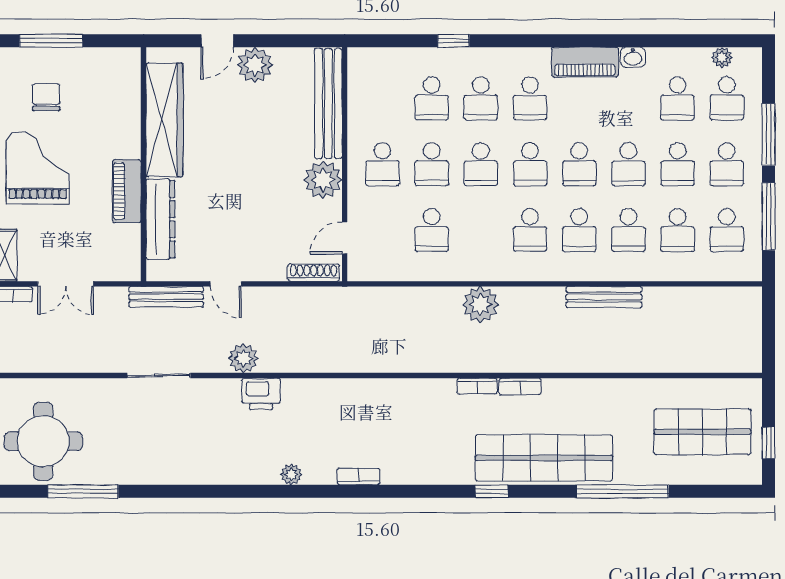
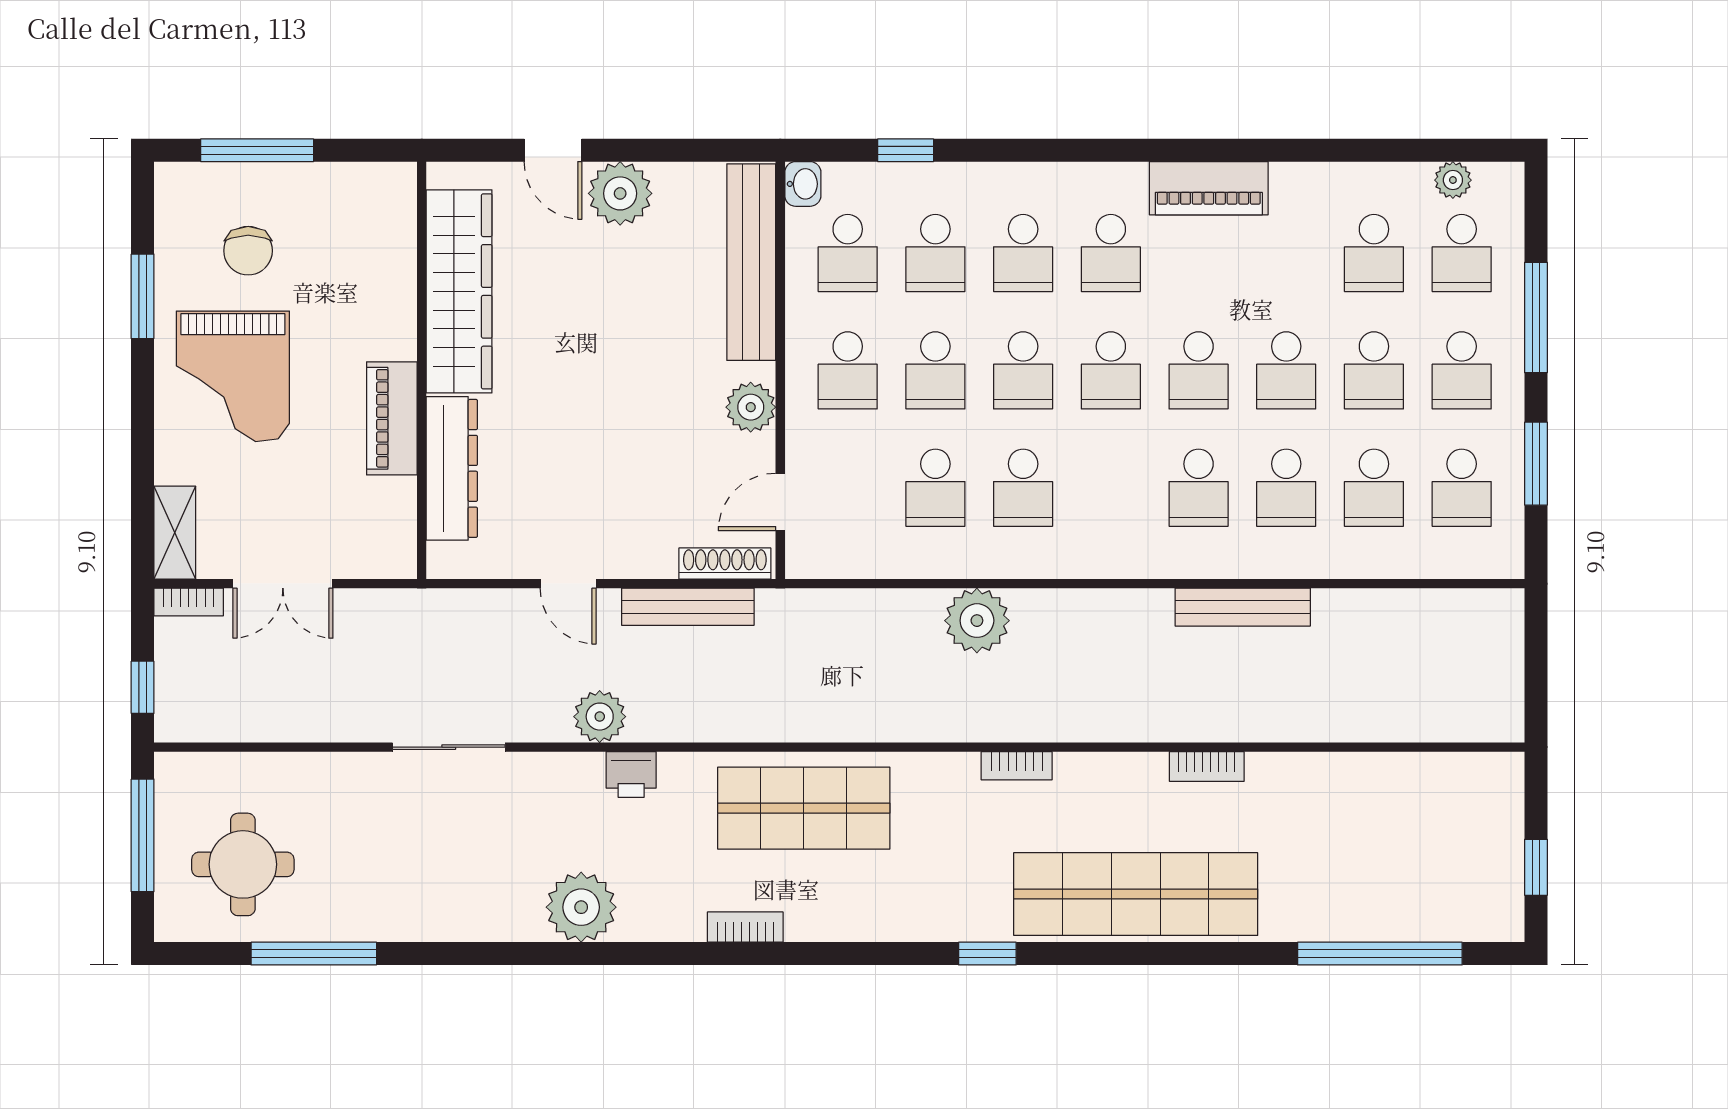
door: (217, 41) -> (553, 150), hinge flipped
window: (453, 41) -> (906, 150), moved
washbasin: (633, 57) -> (803, 184), moved, turned -90
chair: (46, 97) -> (248, 251), turned 180
school desk: (382, 98) -> (848, 253), added
grand piano: (38, 168) -> (233, 376), turned 180
plant: (323, 180) -> (751, 407), width x0.73, depth x0.73
window: (768, 217) -> (1536, 464), width x0.69
school desk: (530, 230) -> (1023, 488), moved
bench: (166, 297) -> (688, 607), moved
plant: (480, 305) -> (977, 621), moved
bookcase: (520, 386) -> (1207, 767), moved
printer: (261, 394) -> (631, 774), width x0.73, depth x0.81
shop shelf: (702, 432) -> (804, 808), moved
round table: (43, 441) -> (243, 864), width x0.73, depth x0.73
plant: (291, 474) -> (581, 907), moved, width x1.87, depth x1.87
bookcase: (358, 476) -> (745, 927), moved
window: (492, 491) -> (987, 954), moved
window: (622, 491) -> (1380, 954), moved

